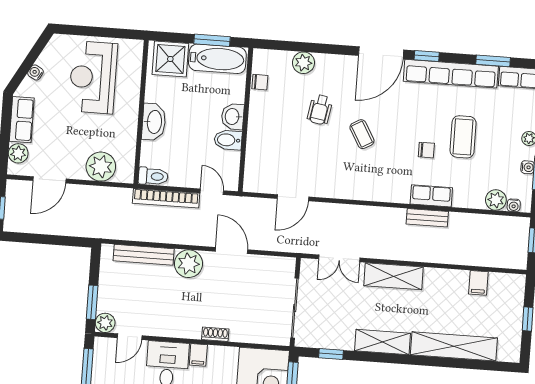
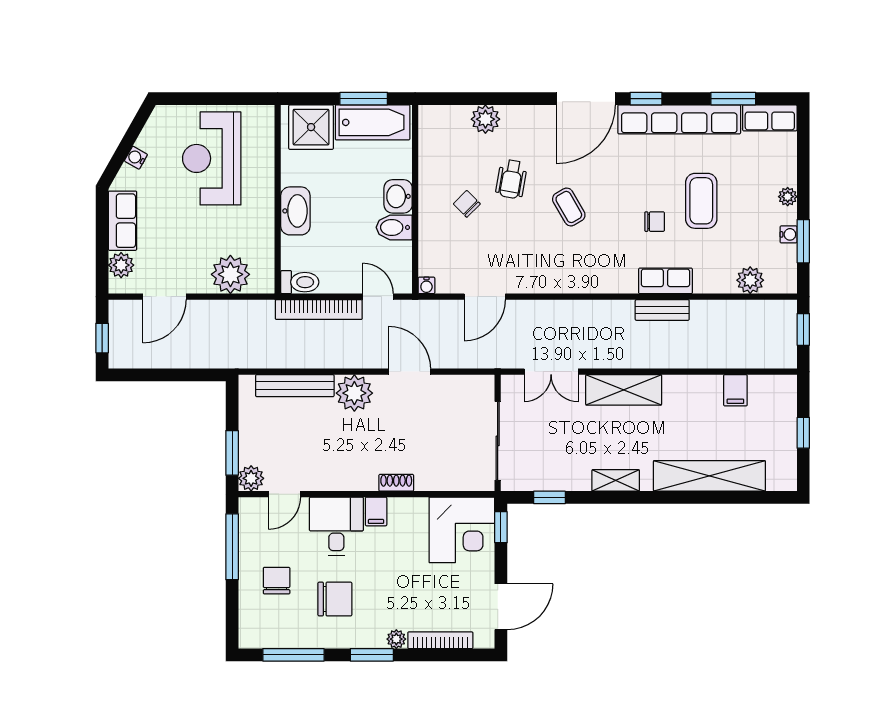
chair: (260, 82) -> (467, 204), moved, turned -135
water cooler: (514, 205) -> (426, 285), moved
shelving: (383, 342) -> (616, 480), width x0.67, depth x0.75

